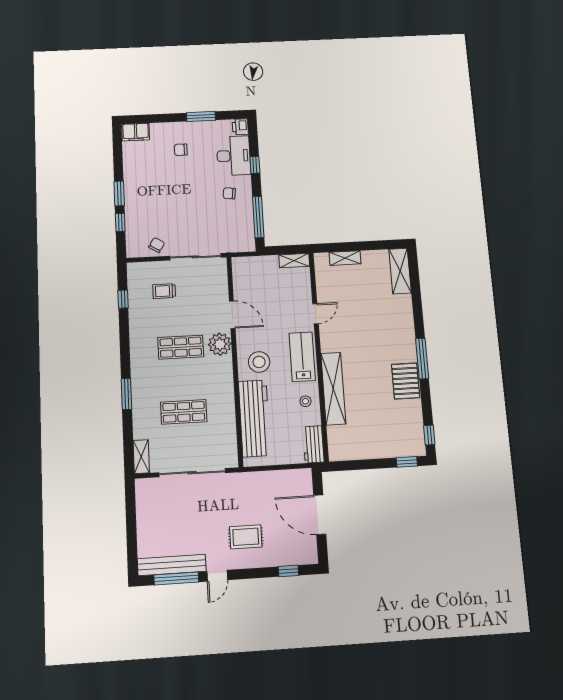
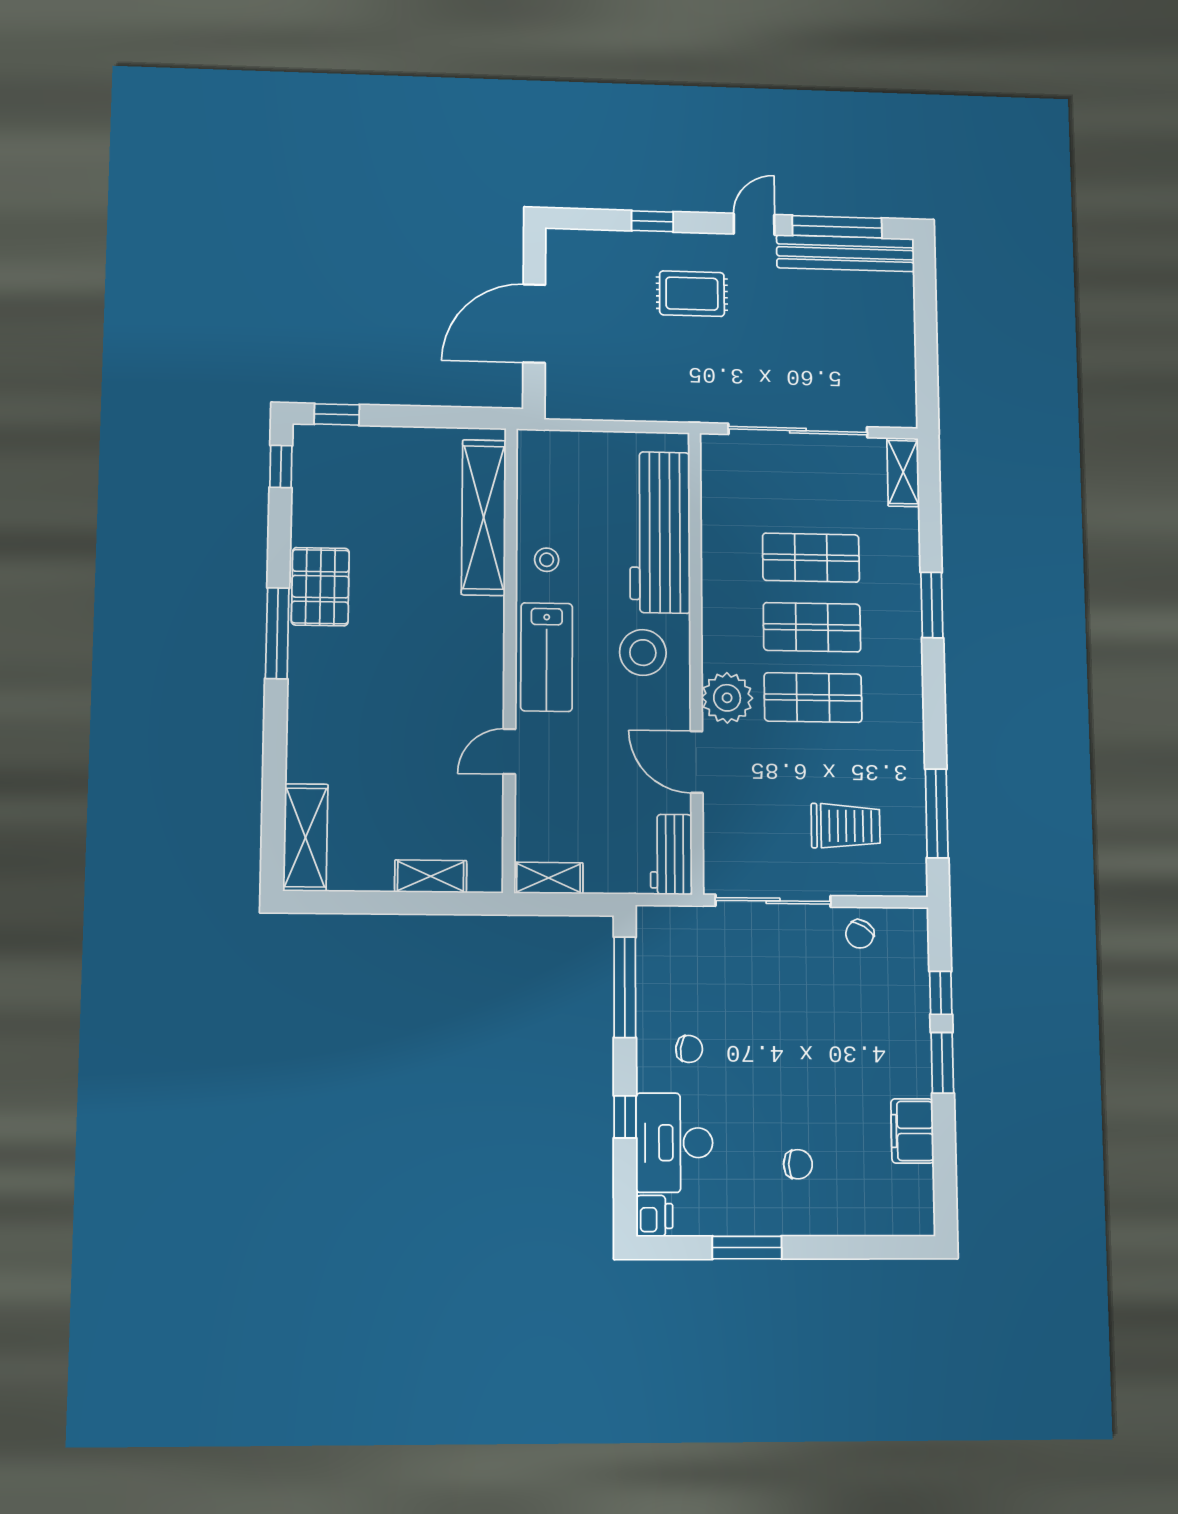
filing cabinet: (136, 132) -> (912, 1131), moved, turned -90
trolley: (164, 291) -> (846, 826), width x1.36, depth x1.39
window: (123, 299) -> (937, 813), width x2.17
shop shelf: (182, 379) -> (812, 627), added
shelving: (333, 389) -> (484, 517), moved
workbench: (313, 444) -> (671, 854), moved, turned 180
door: (320, 515) -> (534, 323), swing flipped
window: (288, 571) -> (652, 221), moved

